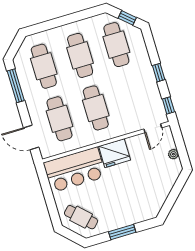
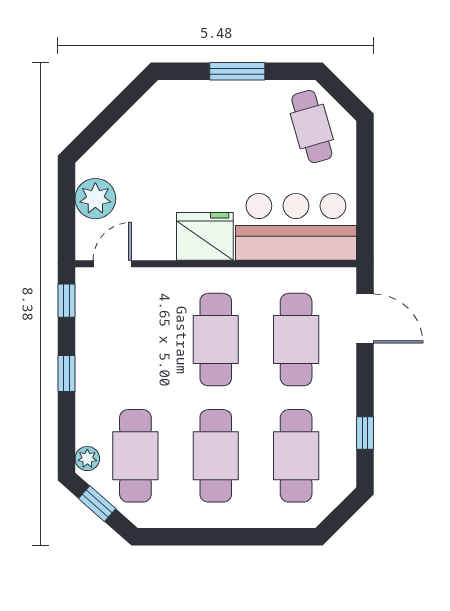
plant: (138, 37) -> (87, 459), added
window: (16, 86) -> (365, 433), width x0.46
plant: (173, 154) -> (95, 199), width x1.87, depth x1.87
cafe table: (81, 217) -> (312, 127), turned 30

